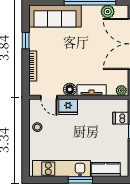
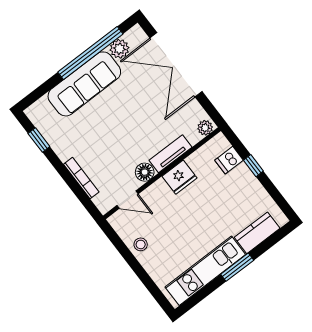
sofa: (55, 16) -> (84, 84), moved
window: (26, 41) -> (39, 140), moved
fridge: (68, 107) -> (180, 177), moved

